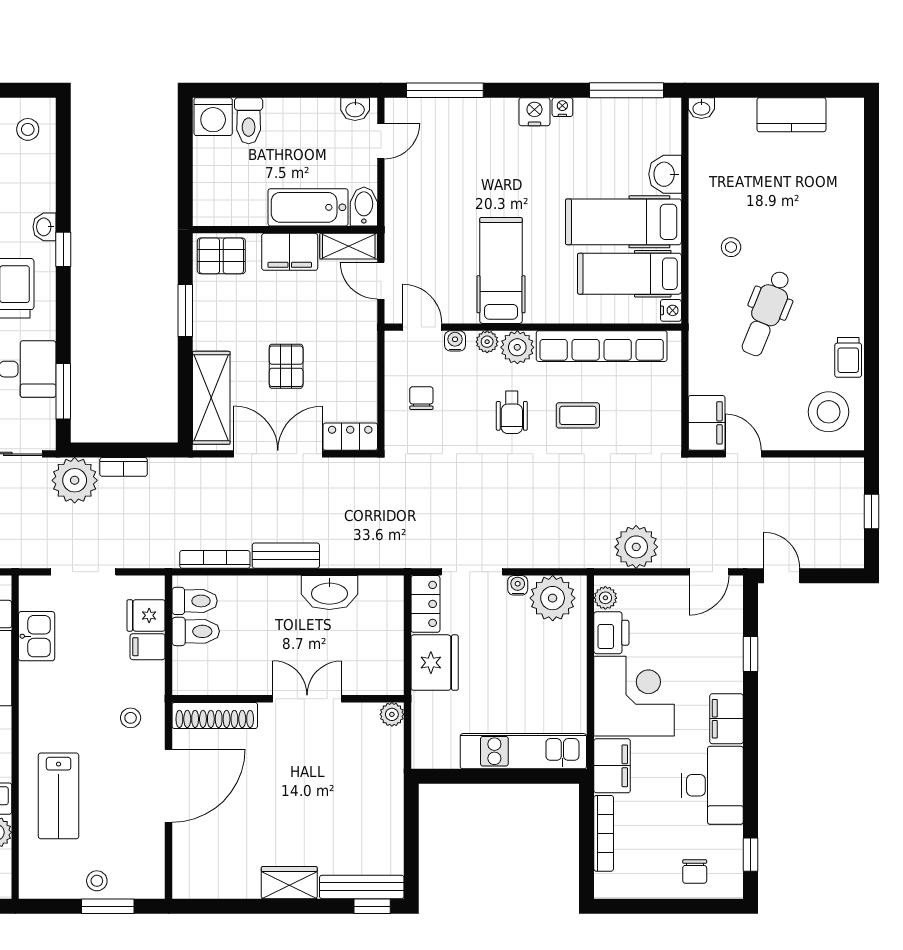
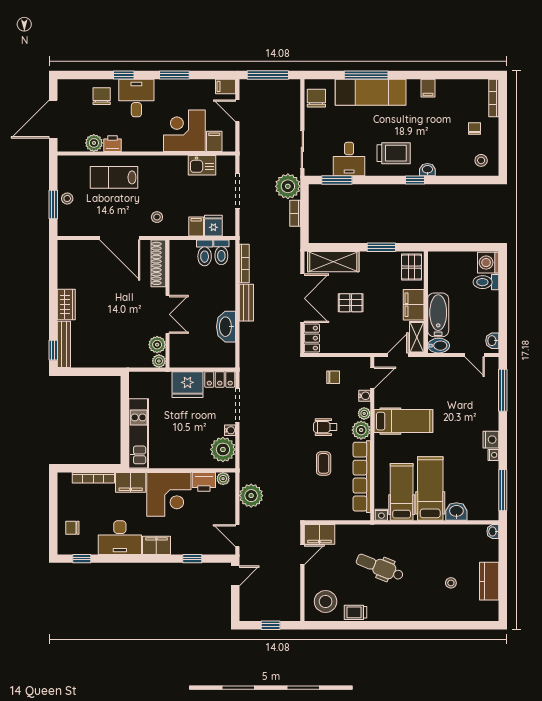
stool: (731, 247) -> (451, 583), moved
plant: (362, 718) -> (157, 345), added

